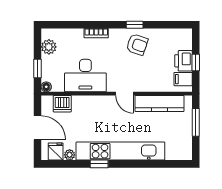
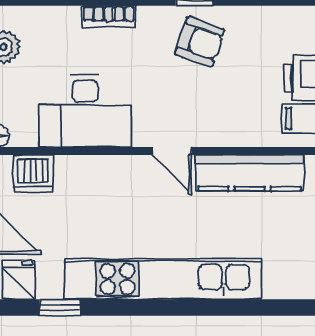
plant: (70, 155) -> (50, 287), removed
window: (99, 164) -> (60, 307), moved

